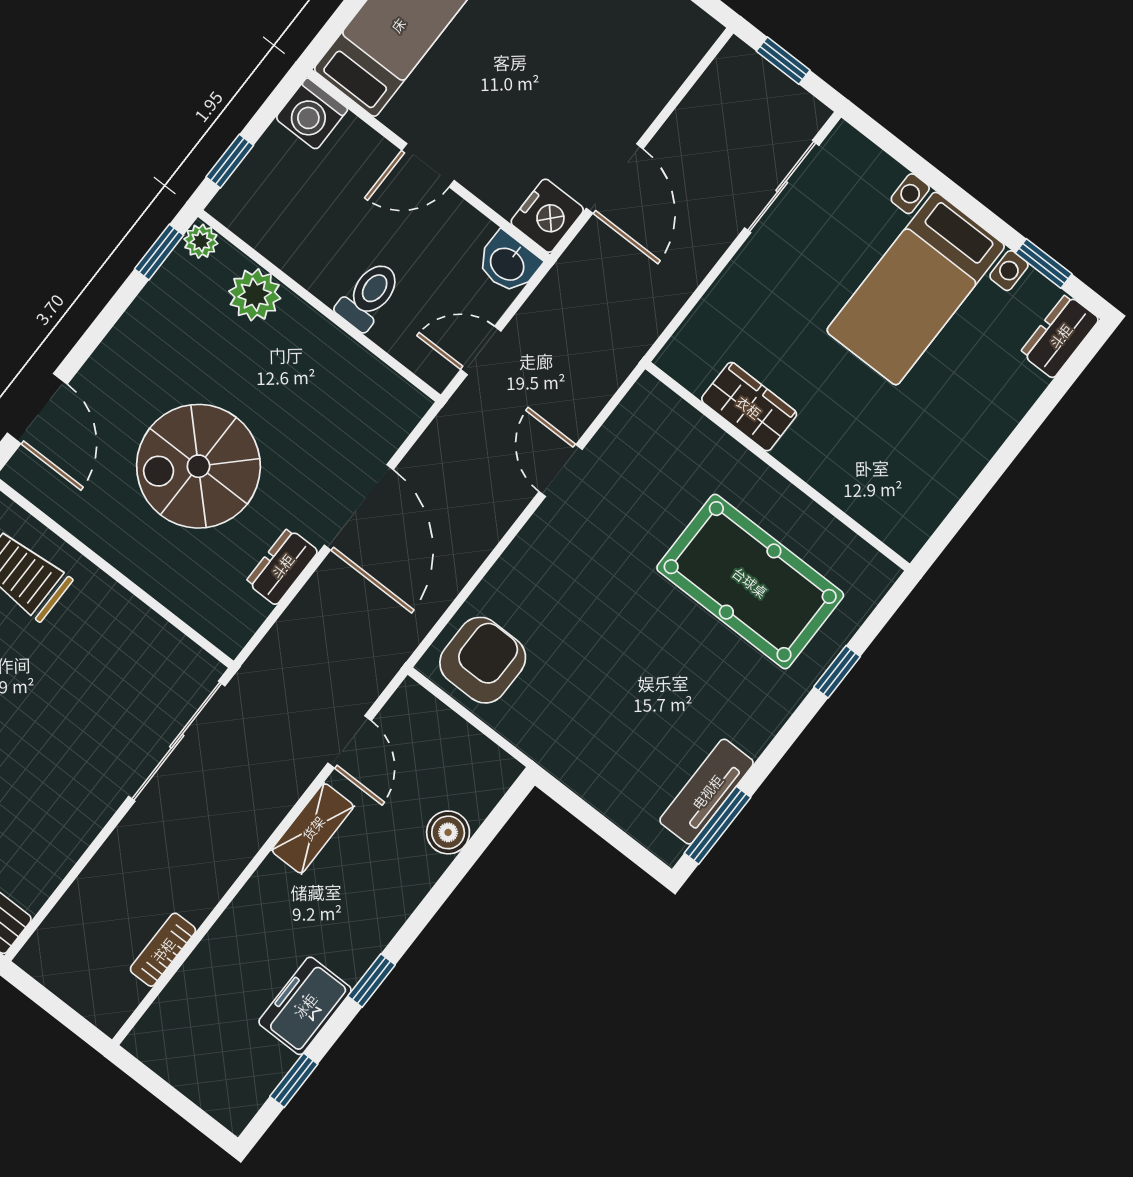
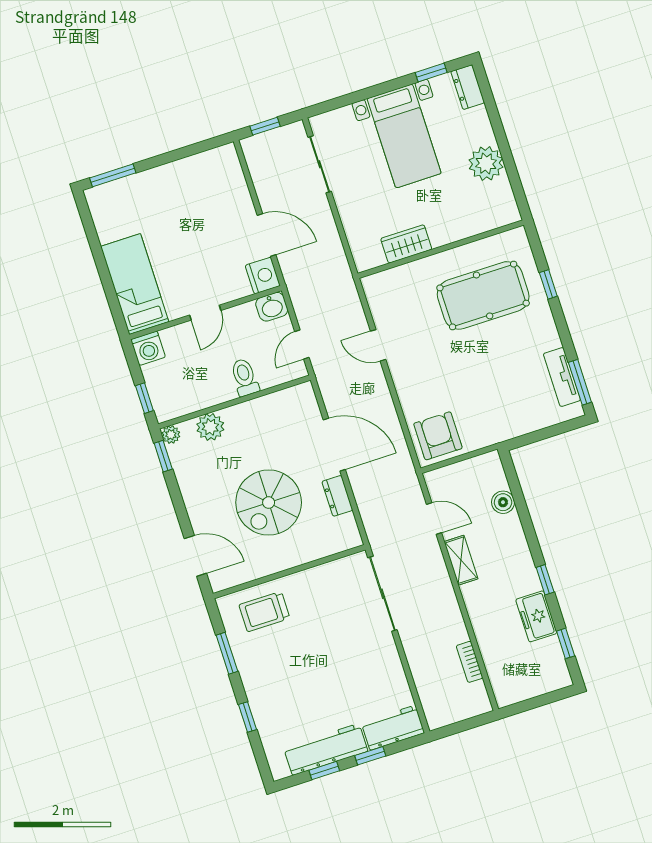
plant: (960, 446) -> (486, 164), added

